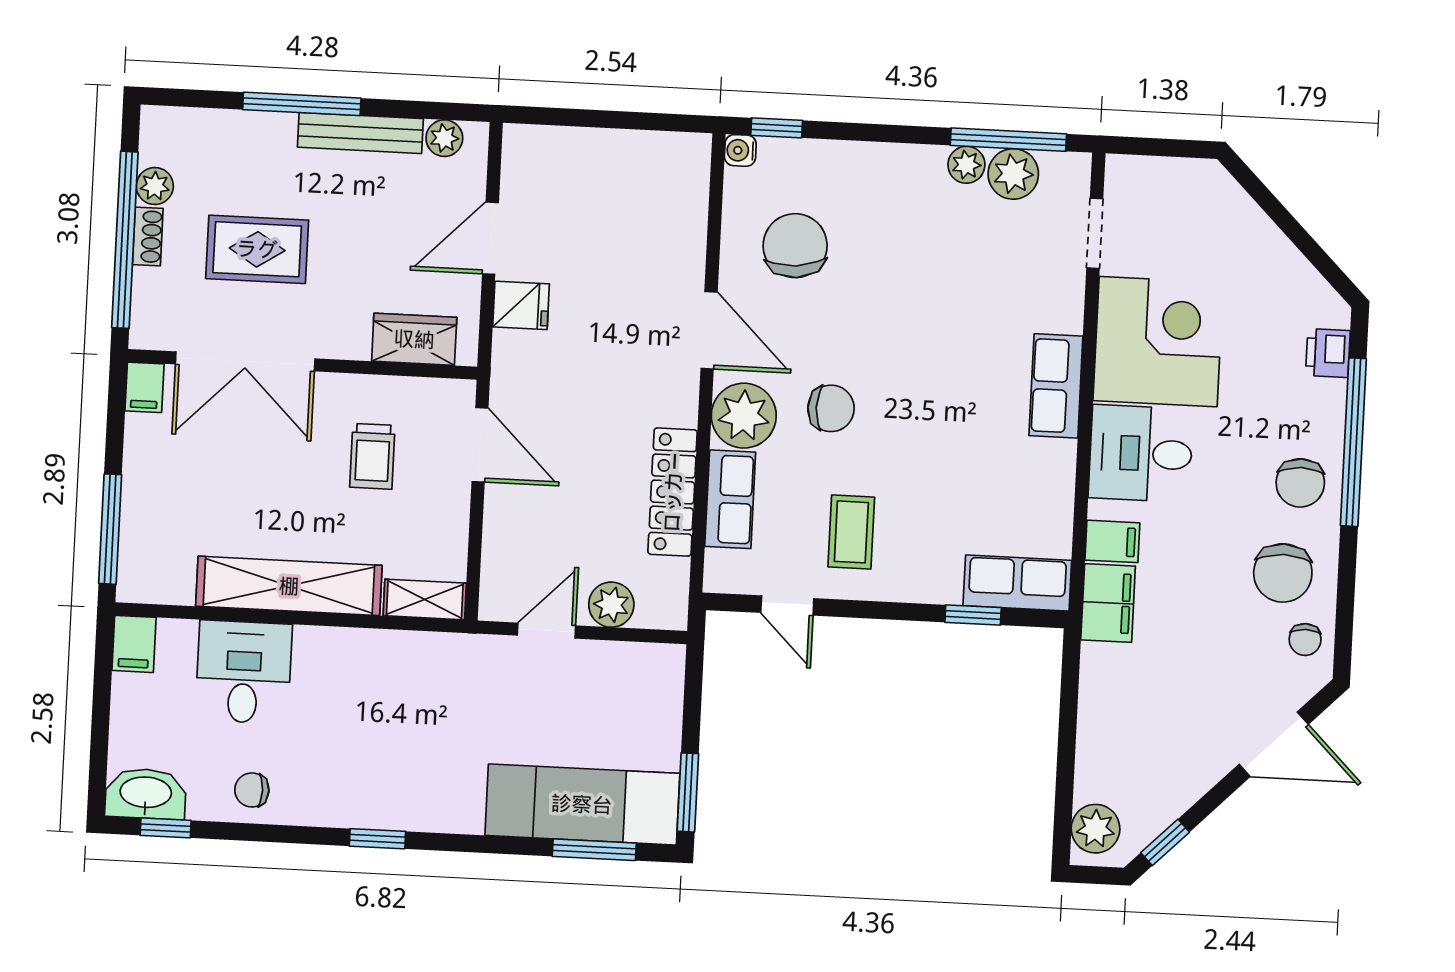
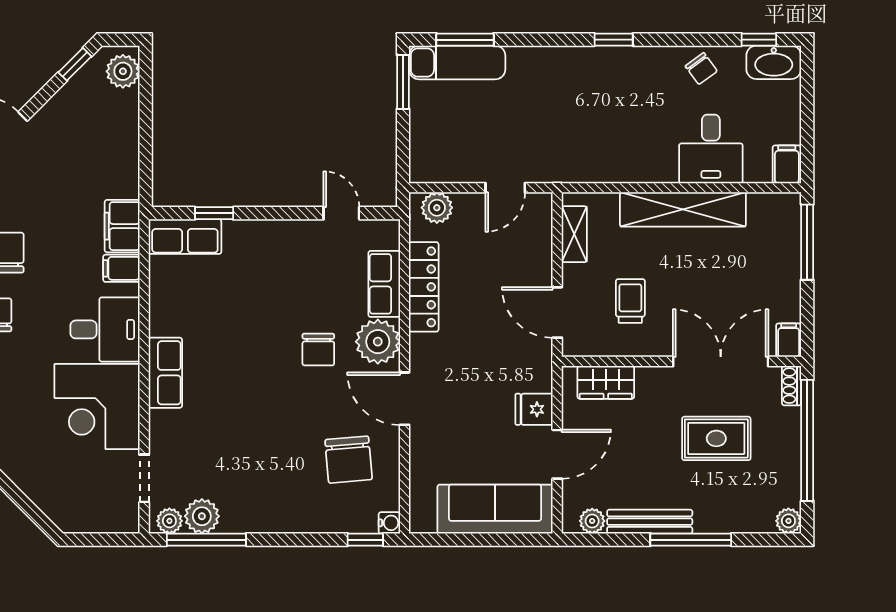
sofa: (585, 163) -> (495, 509), added
plant: (966, 165) -> (169, 521), moved
plant: (155, 186) -> (788, 521), moved
shoe rack: (148, 237) -> (792, 386), moved
chair: (831, 408) -> (318, 350), turned -90
coffee table: (851, 532) -> (300, 266), removed
shelving: (425, 599) -> (574, 234), moved, turned 90
plant: (611, 605) -> (437, 208), moved
chair: (252, 790) -> (701, 69), turned 54
exam couch: (582, 804) -> (457, 62), width x0.73, depth x0.69

